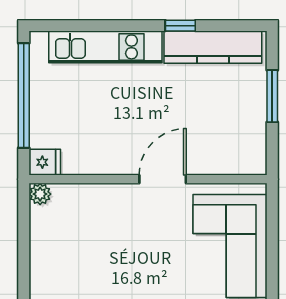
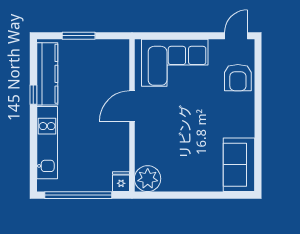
door: (163, 179) -> (132, 106), hinge flipped
plant: (40, 194) -> (148, 179), width x1.88, depth x1.88

